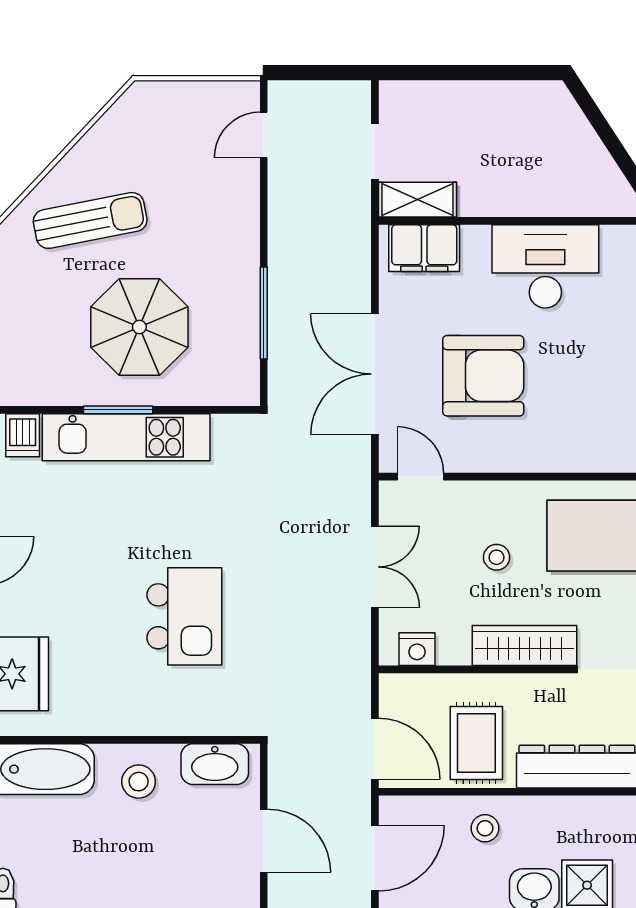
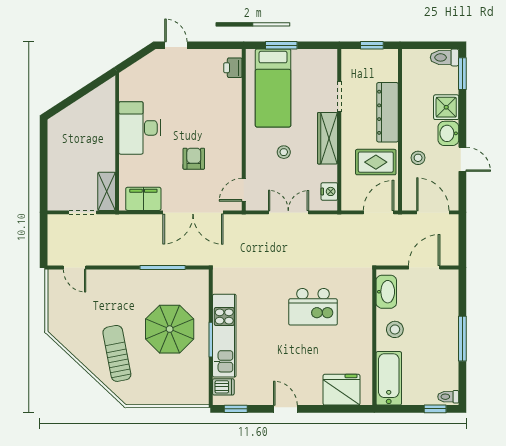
filing cabinet: (424, 248) -> (143, 199), moved, turned -90
armchair: (483, 376) -> (194, 159), width x0.53, depth x0.53
kitchen island: (184, 616) -> (313, 307), turned 180

